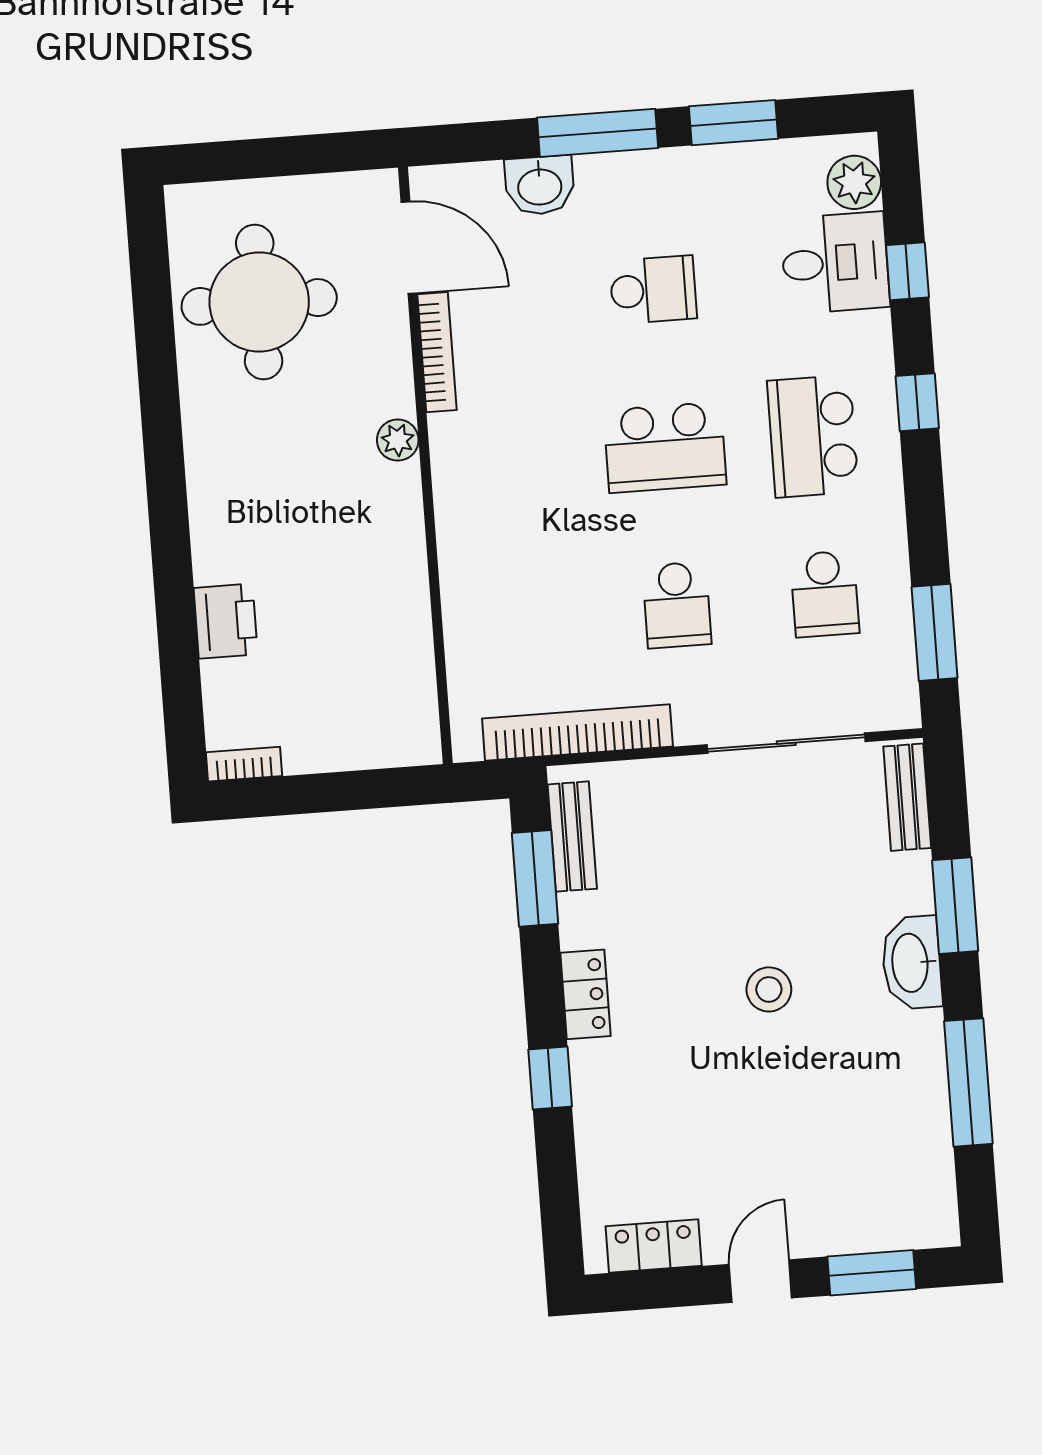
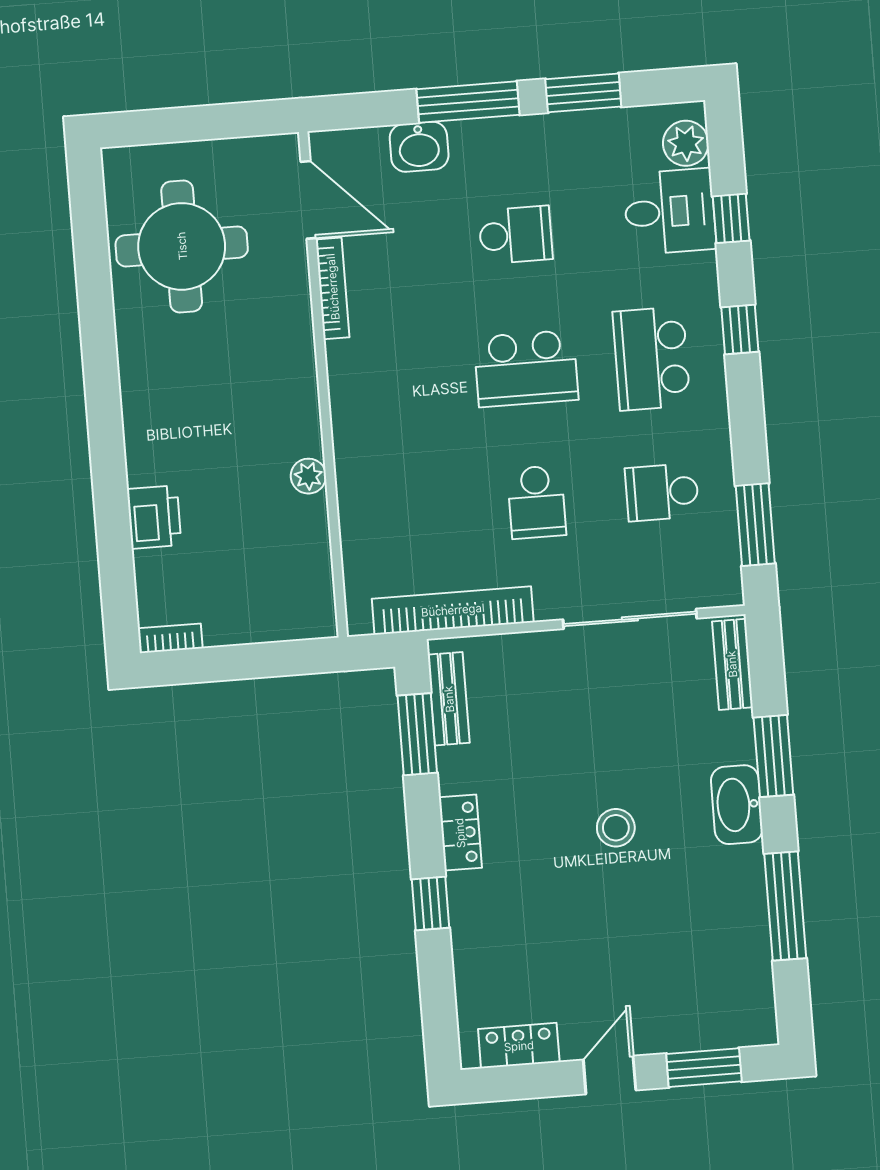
plant: (398, 440) -> (308, 476), moved
school desk: (825, 594) -> (662, 492), turned 90

